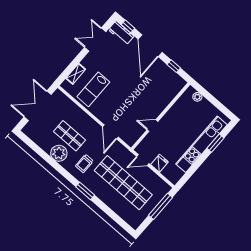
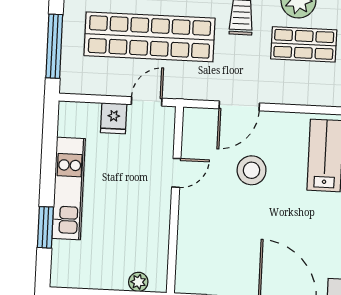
stool: (124, 105) -> (252, 170), added
door: (110, 132) -> (239, 106), swing flipped
kitchen unit: (202, 144) -> (69, 188), width x0.73

